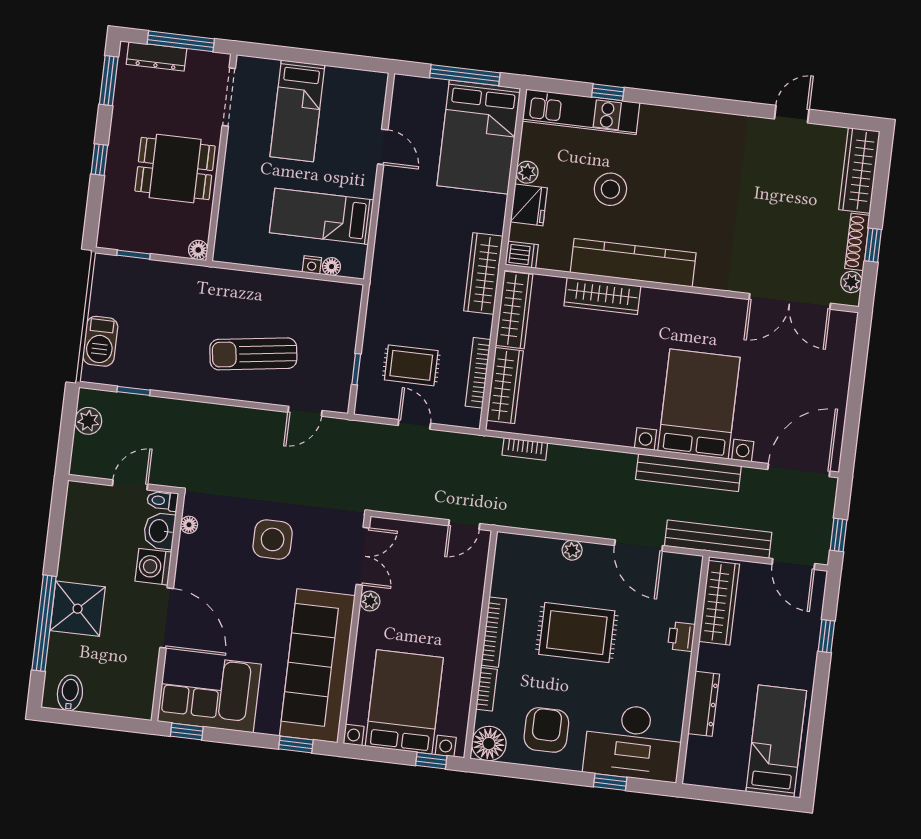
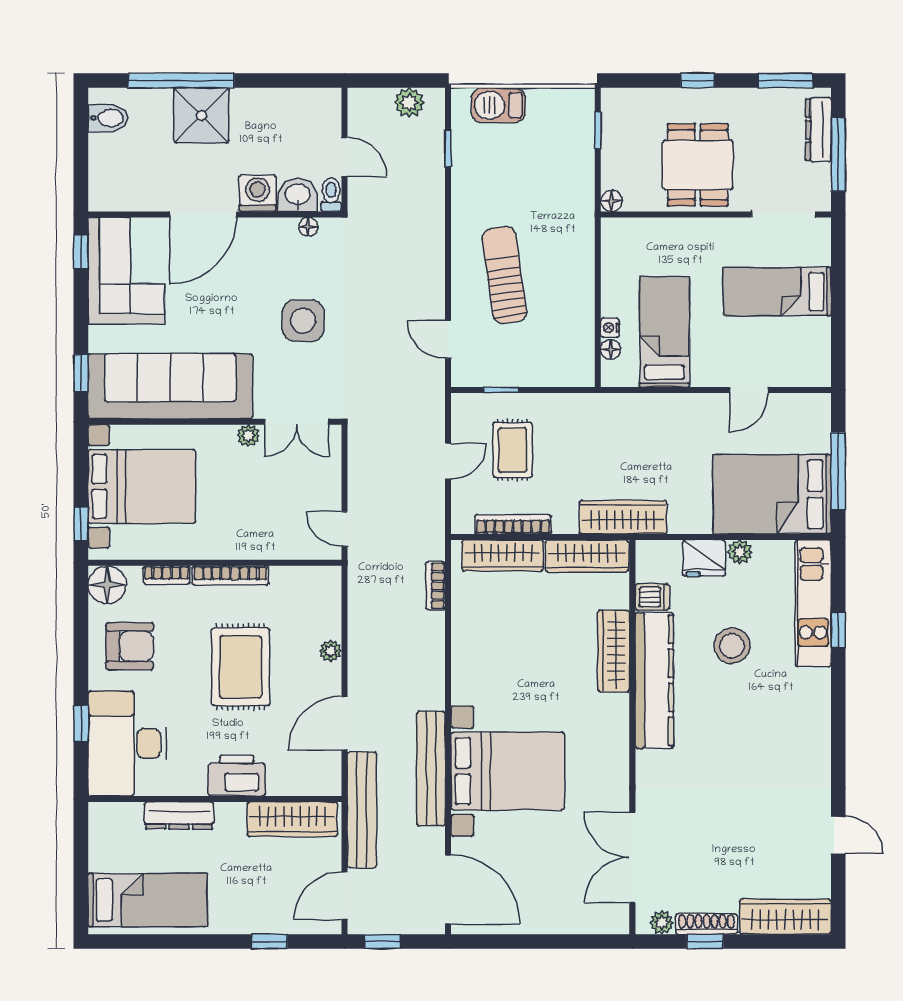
dishwasher: (522, 255) -> (652, 597), moved, turned -90
printer: (681, 637) -> (237, 776), width x1.87, depth x1.48

